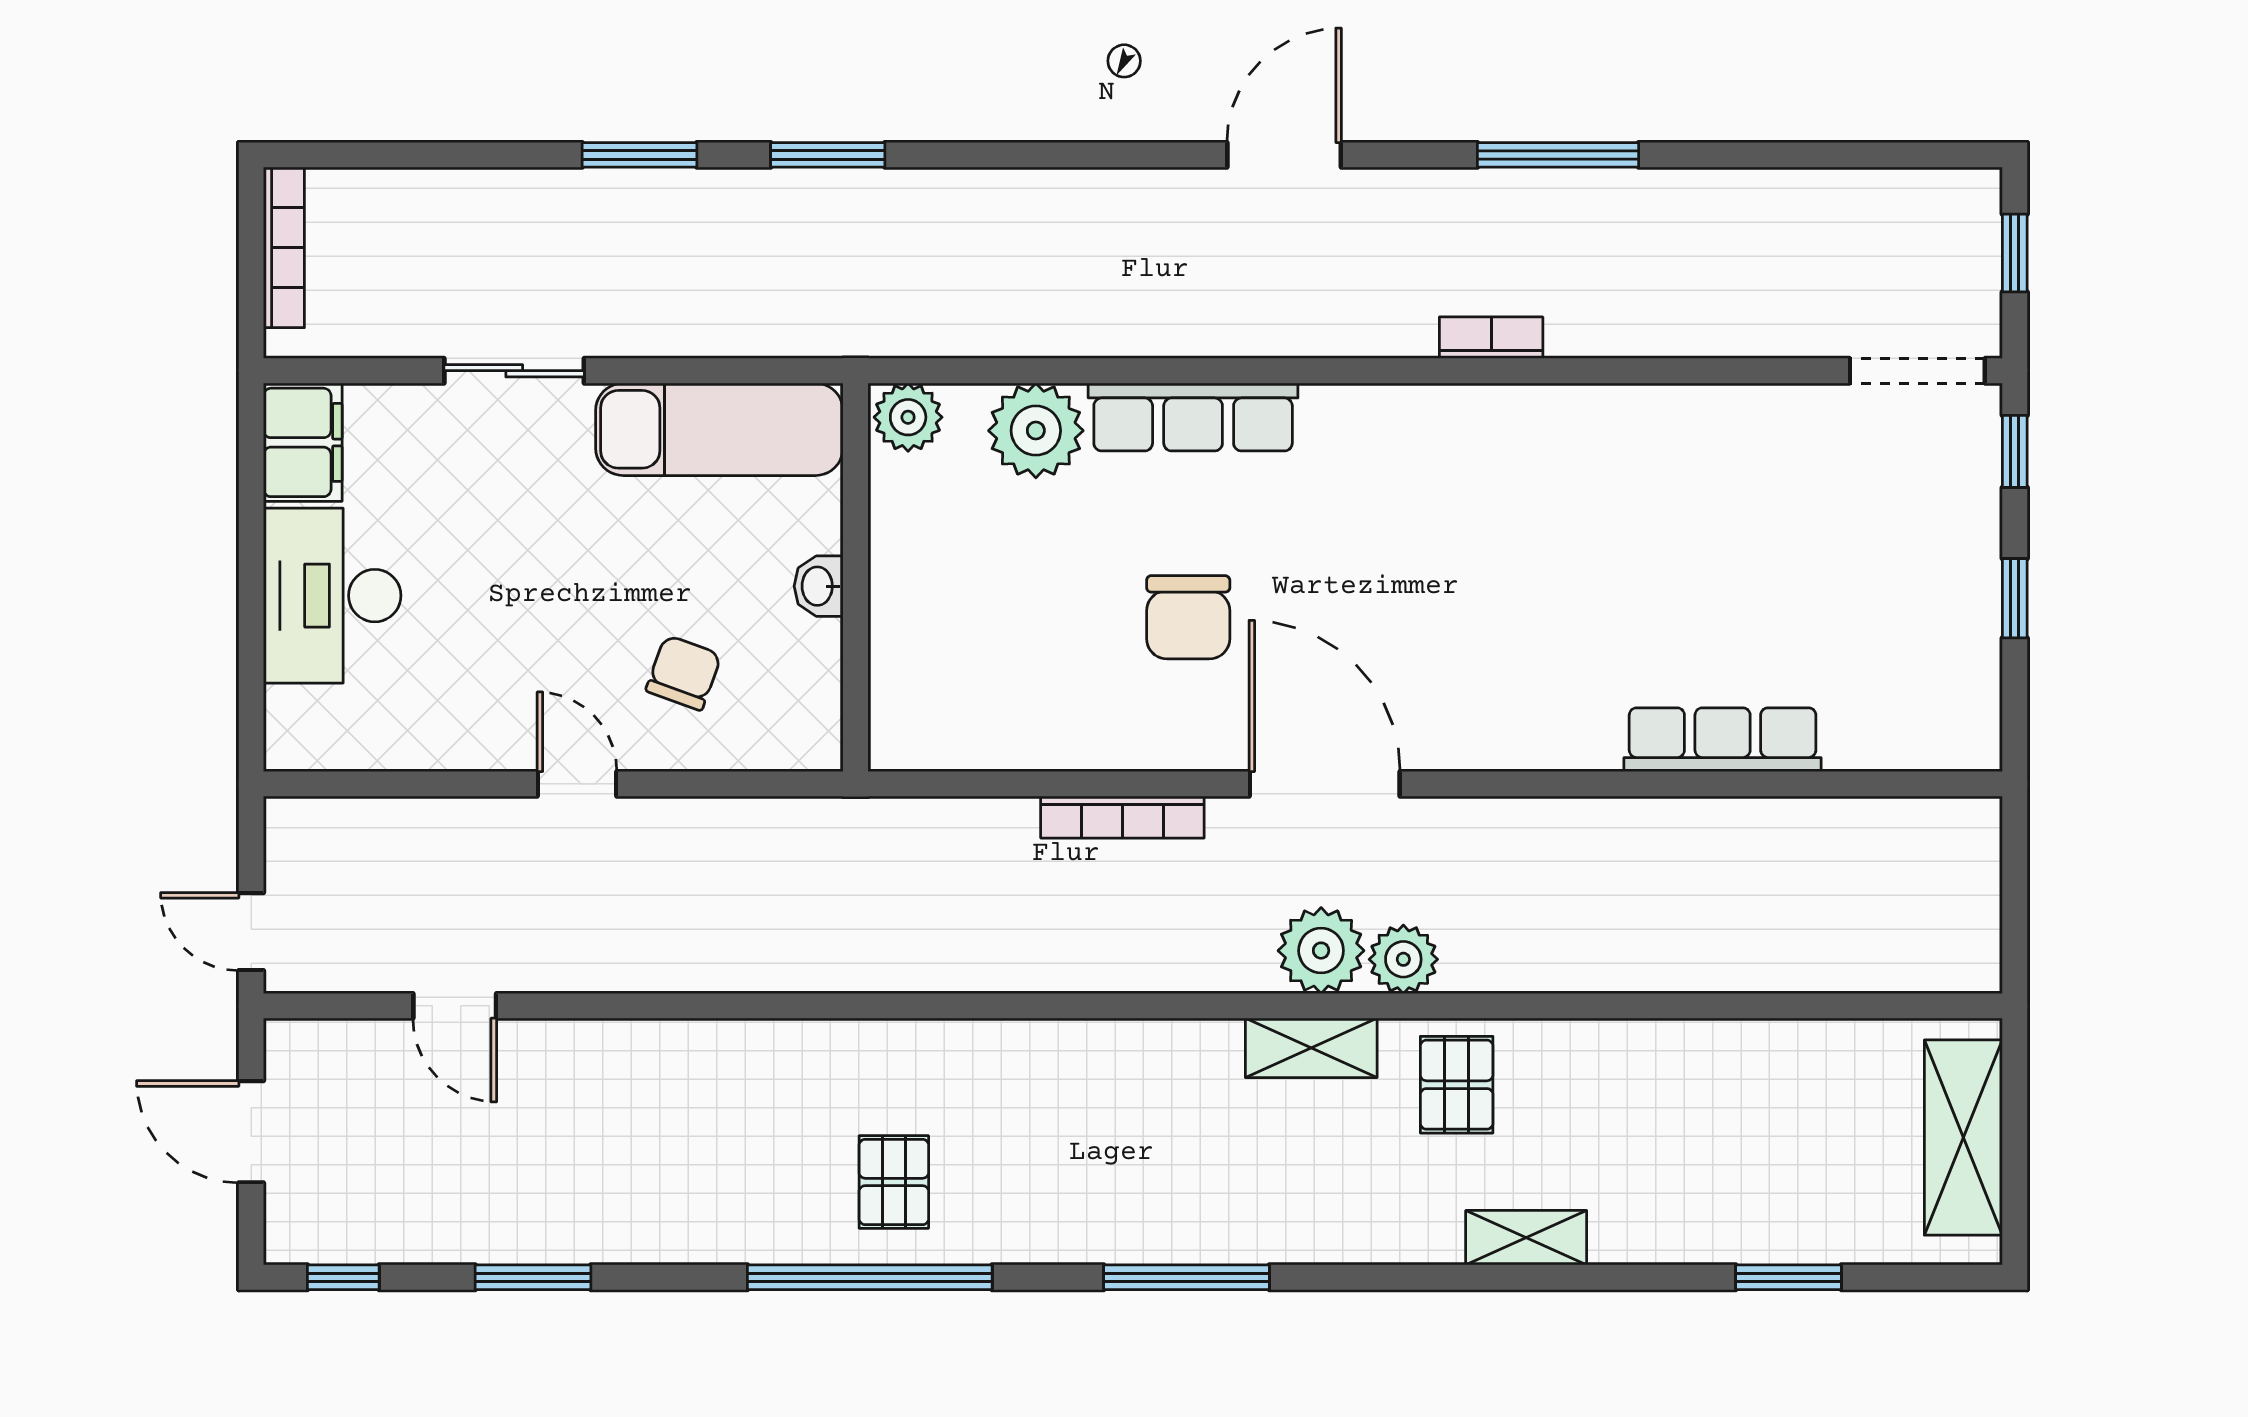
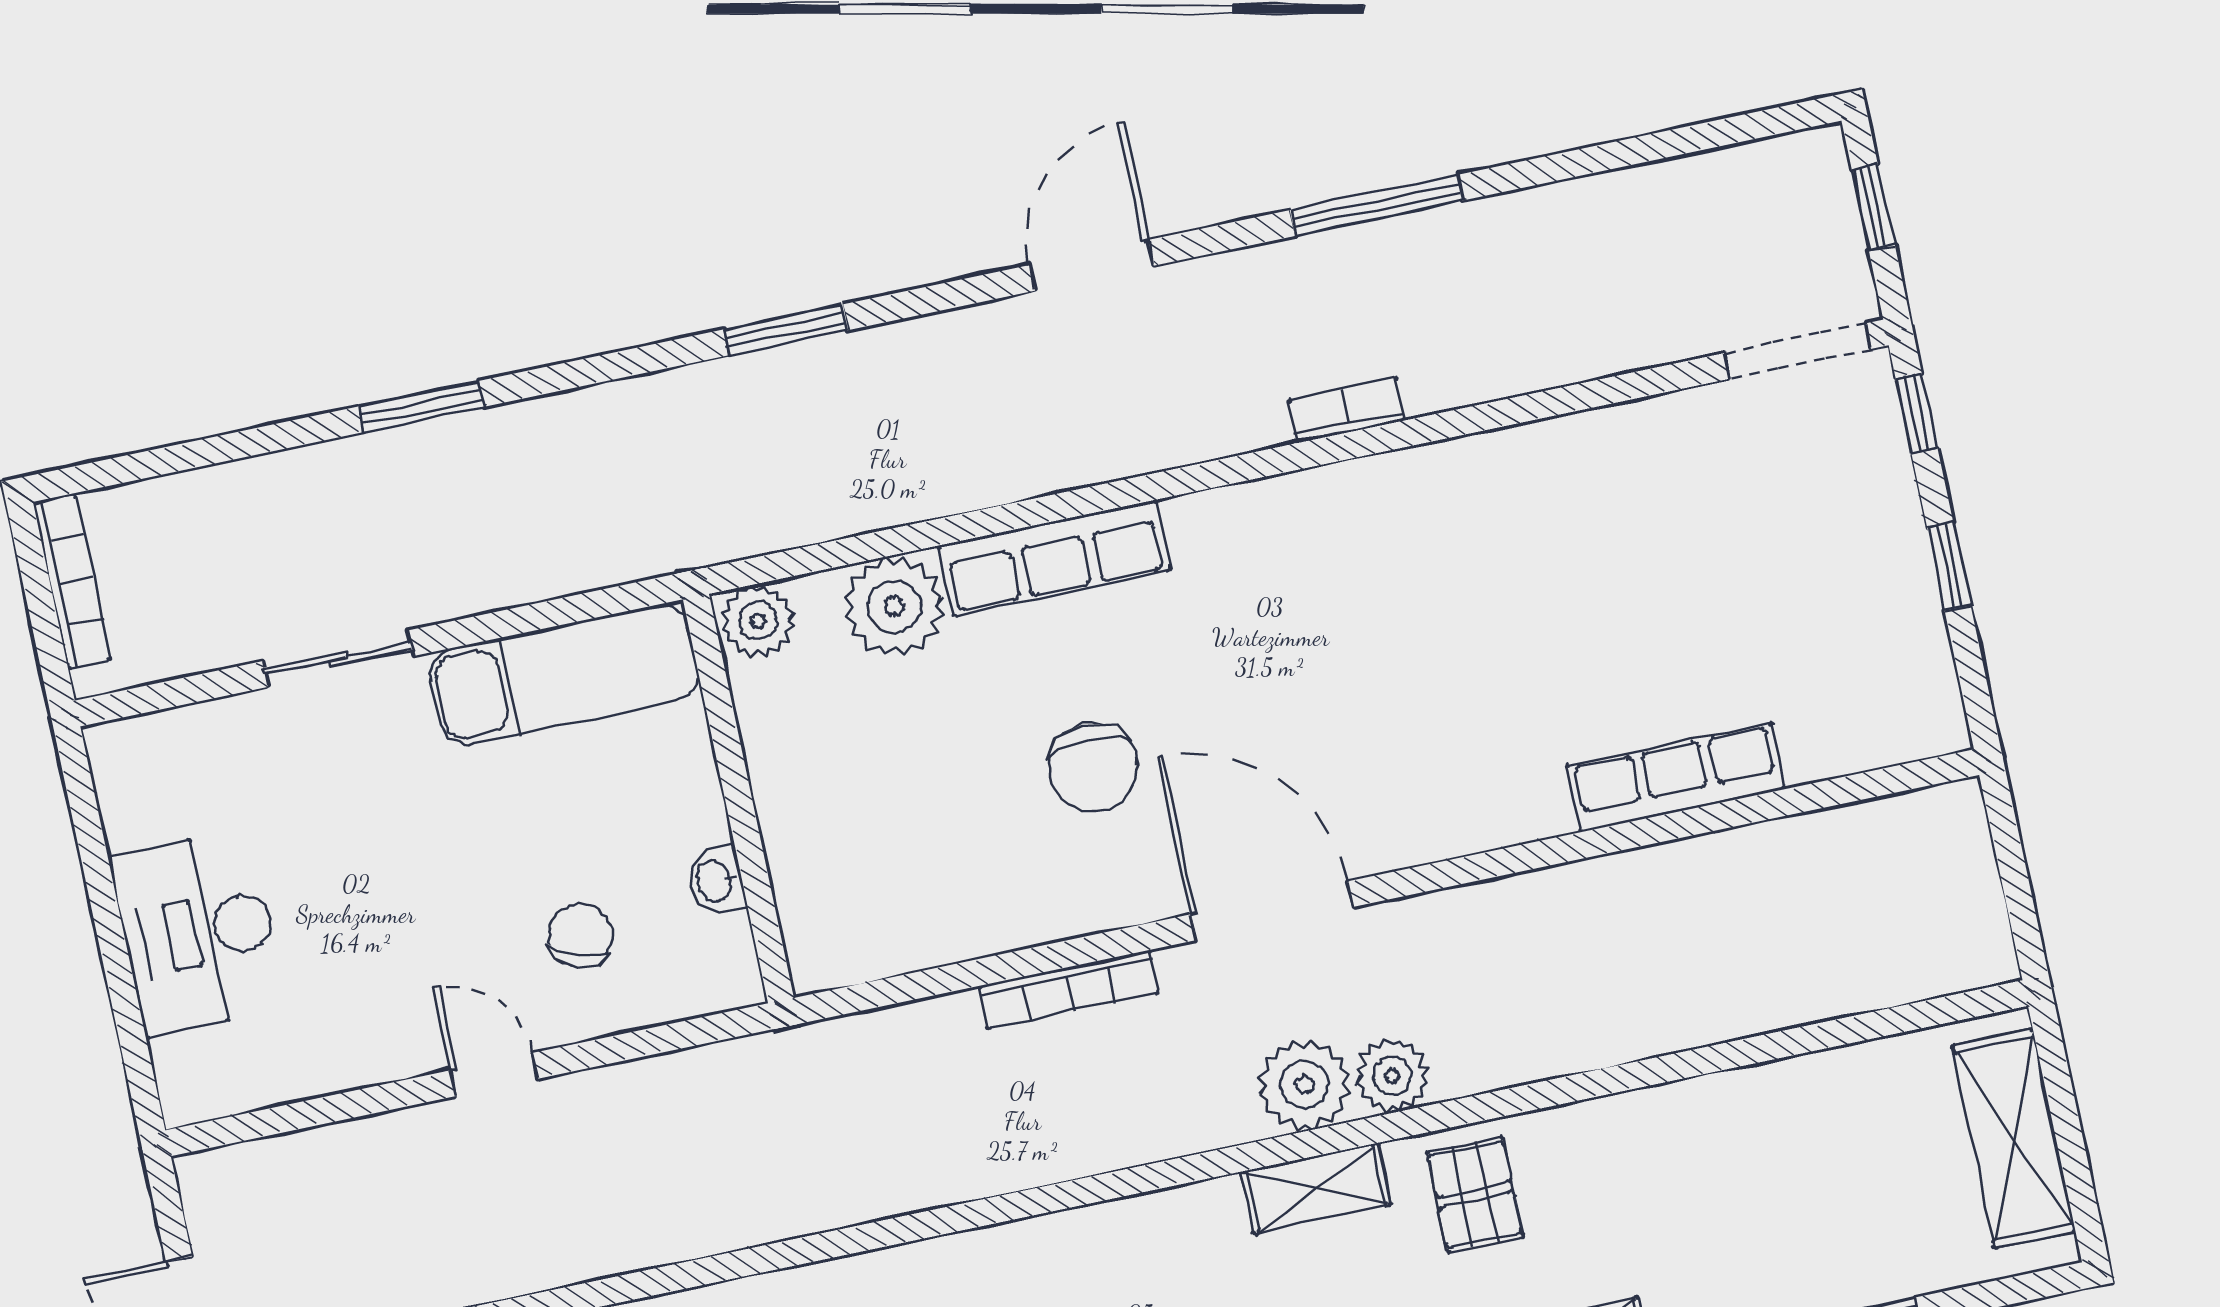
window: (828, 155) -> (786, 330), moved
filing cabinet: (303, 442) -> (134, 779), removed
washbasin: (819, 586) -> (716, 881), moved

